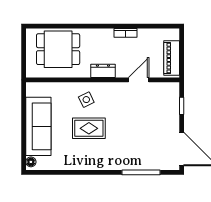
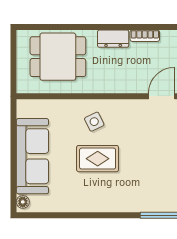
dresser: (103, 71) -> (113, 39), moved, turned 180

